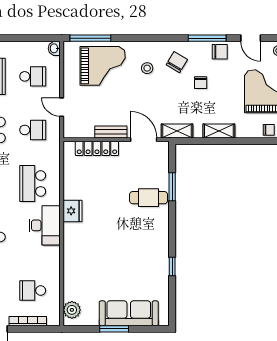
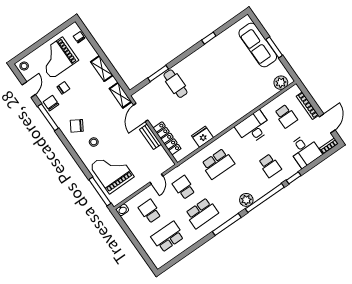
chair: (201, 83) -> (63, 88), moved
fridge: (73, 211) -> (202, 137), moved
desk: (45, 225) -> (253, 128), moved

